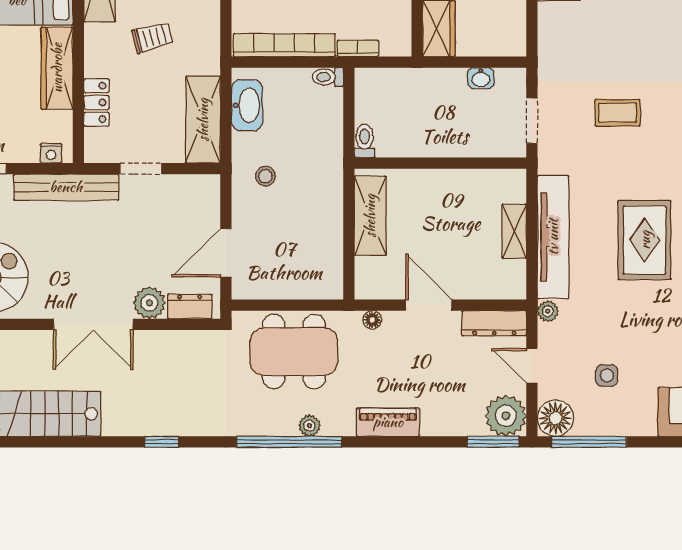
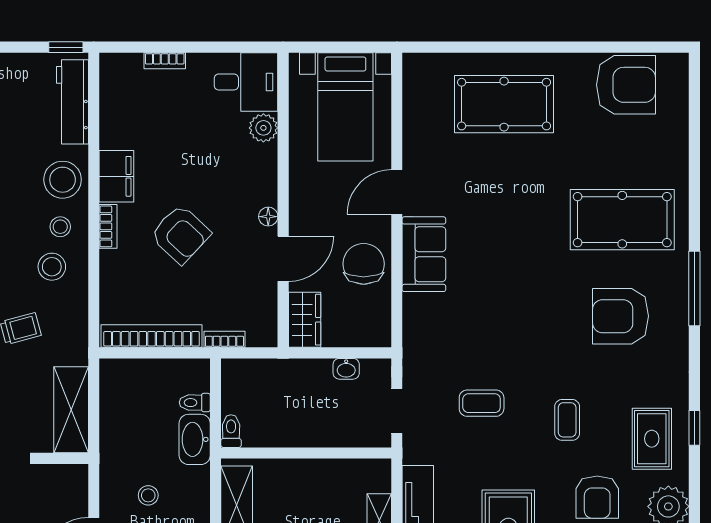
toilet: (328, 77) -> (195, 403), moved
washbasin: (247, 105) -> (195, 439), moved, turned 180
stool: (265, 176) -> (148, 495), moved

